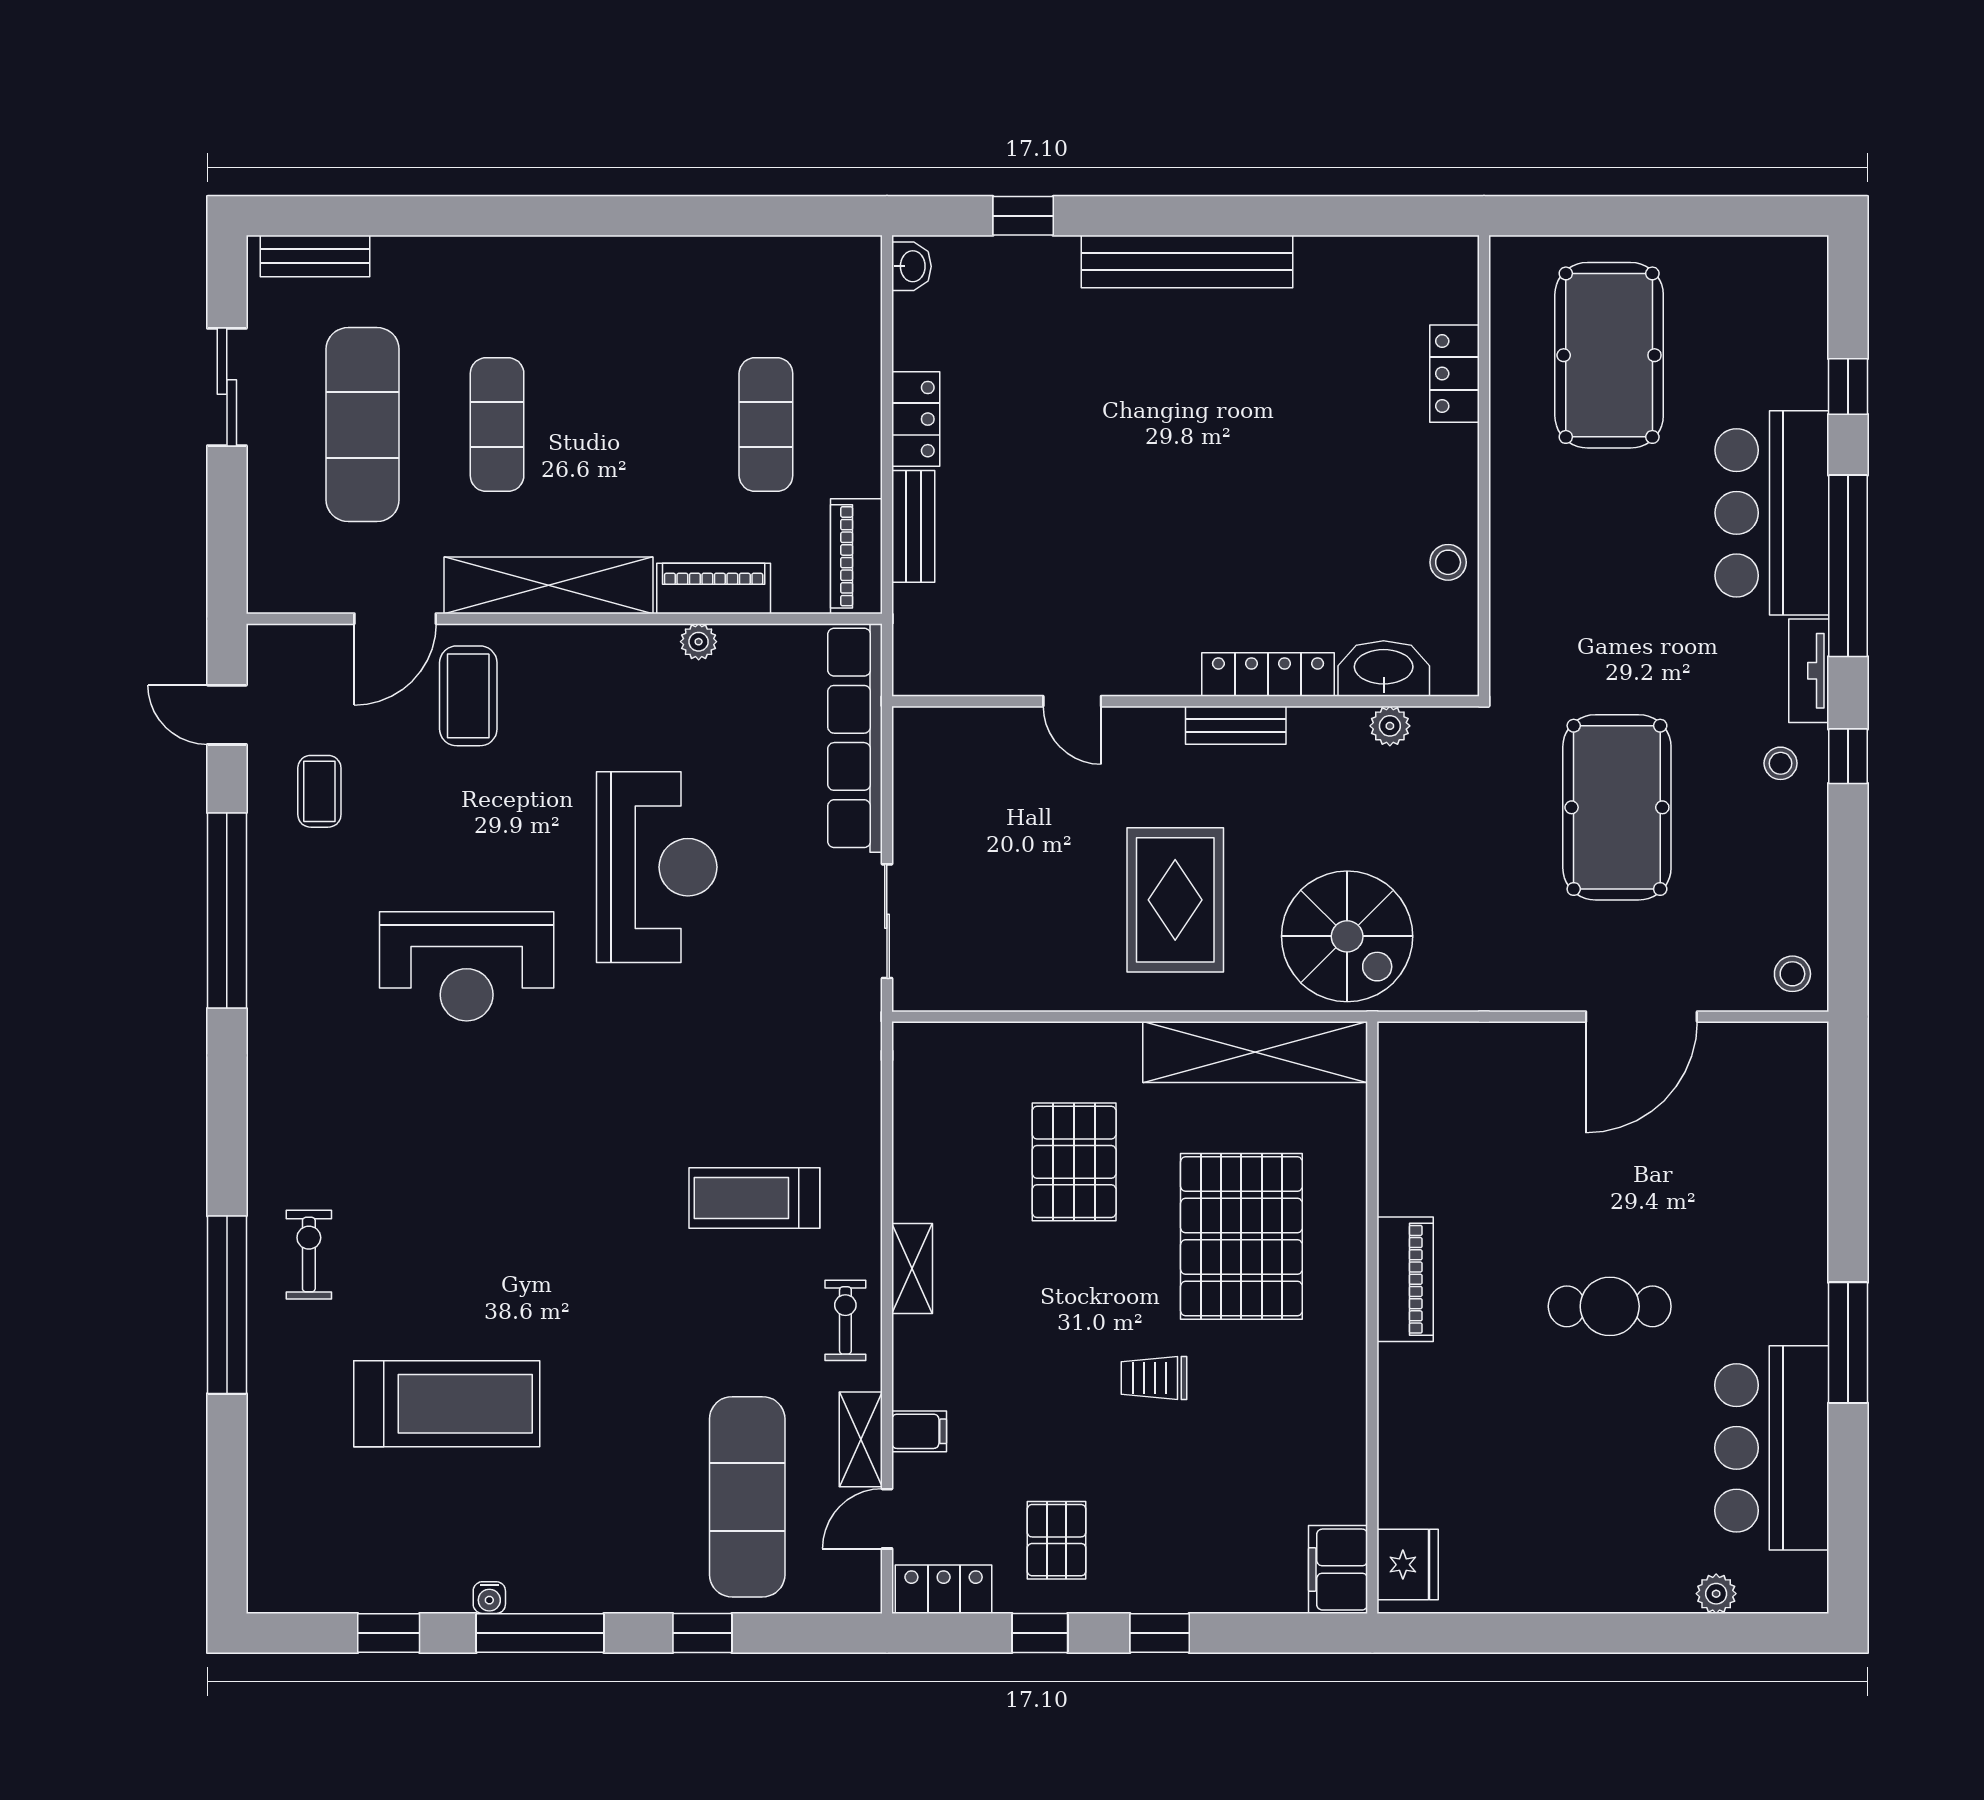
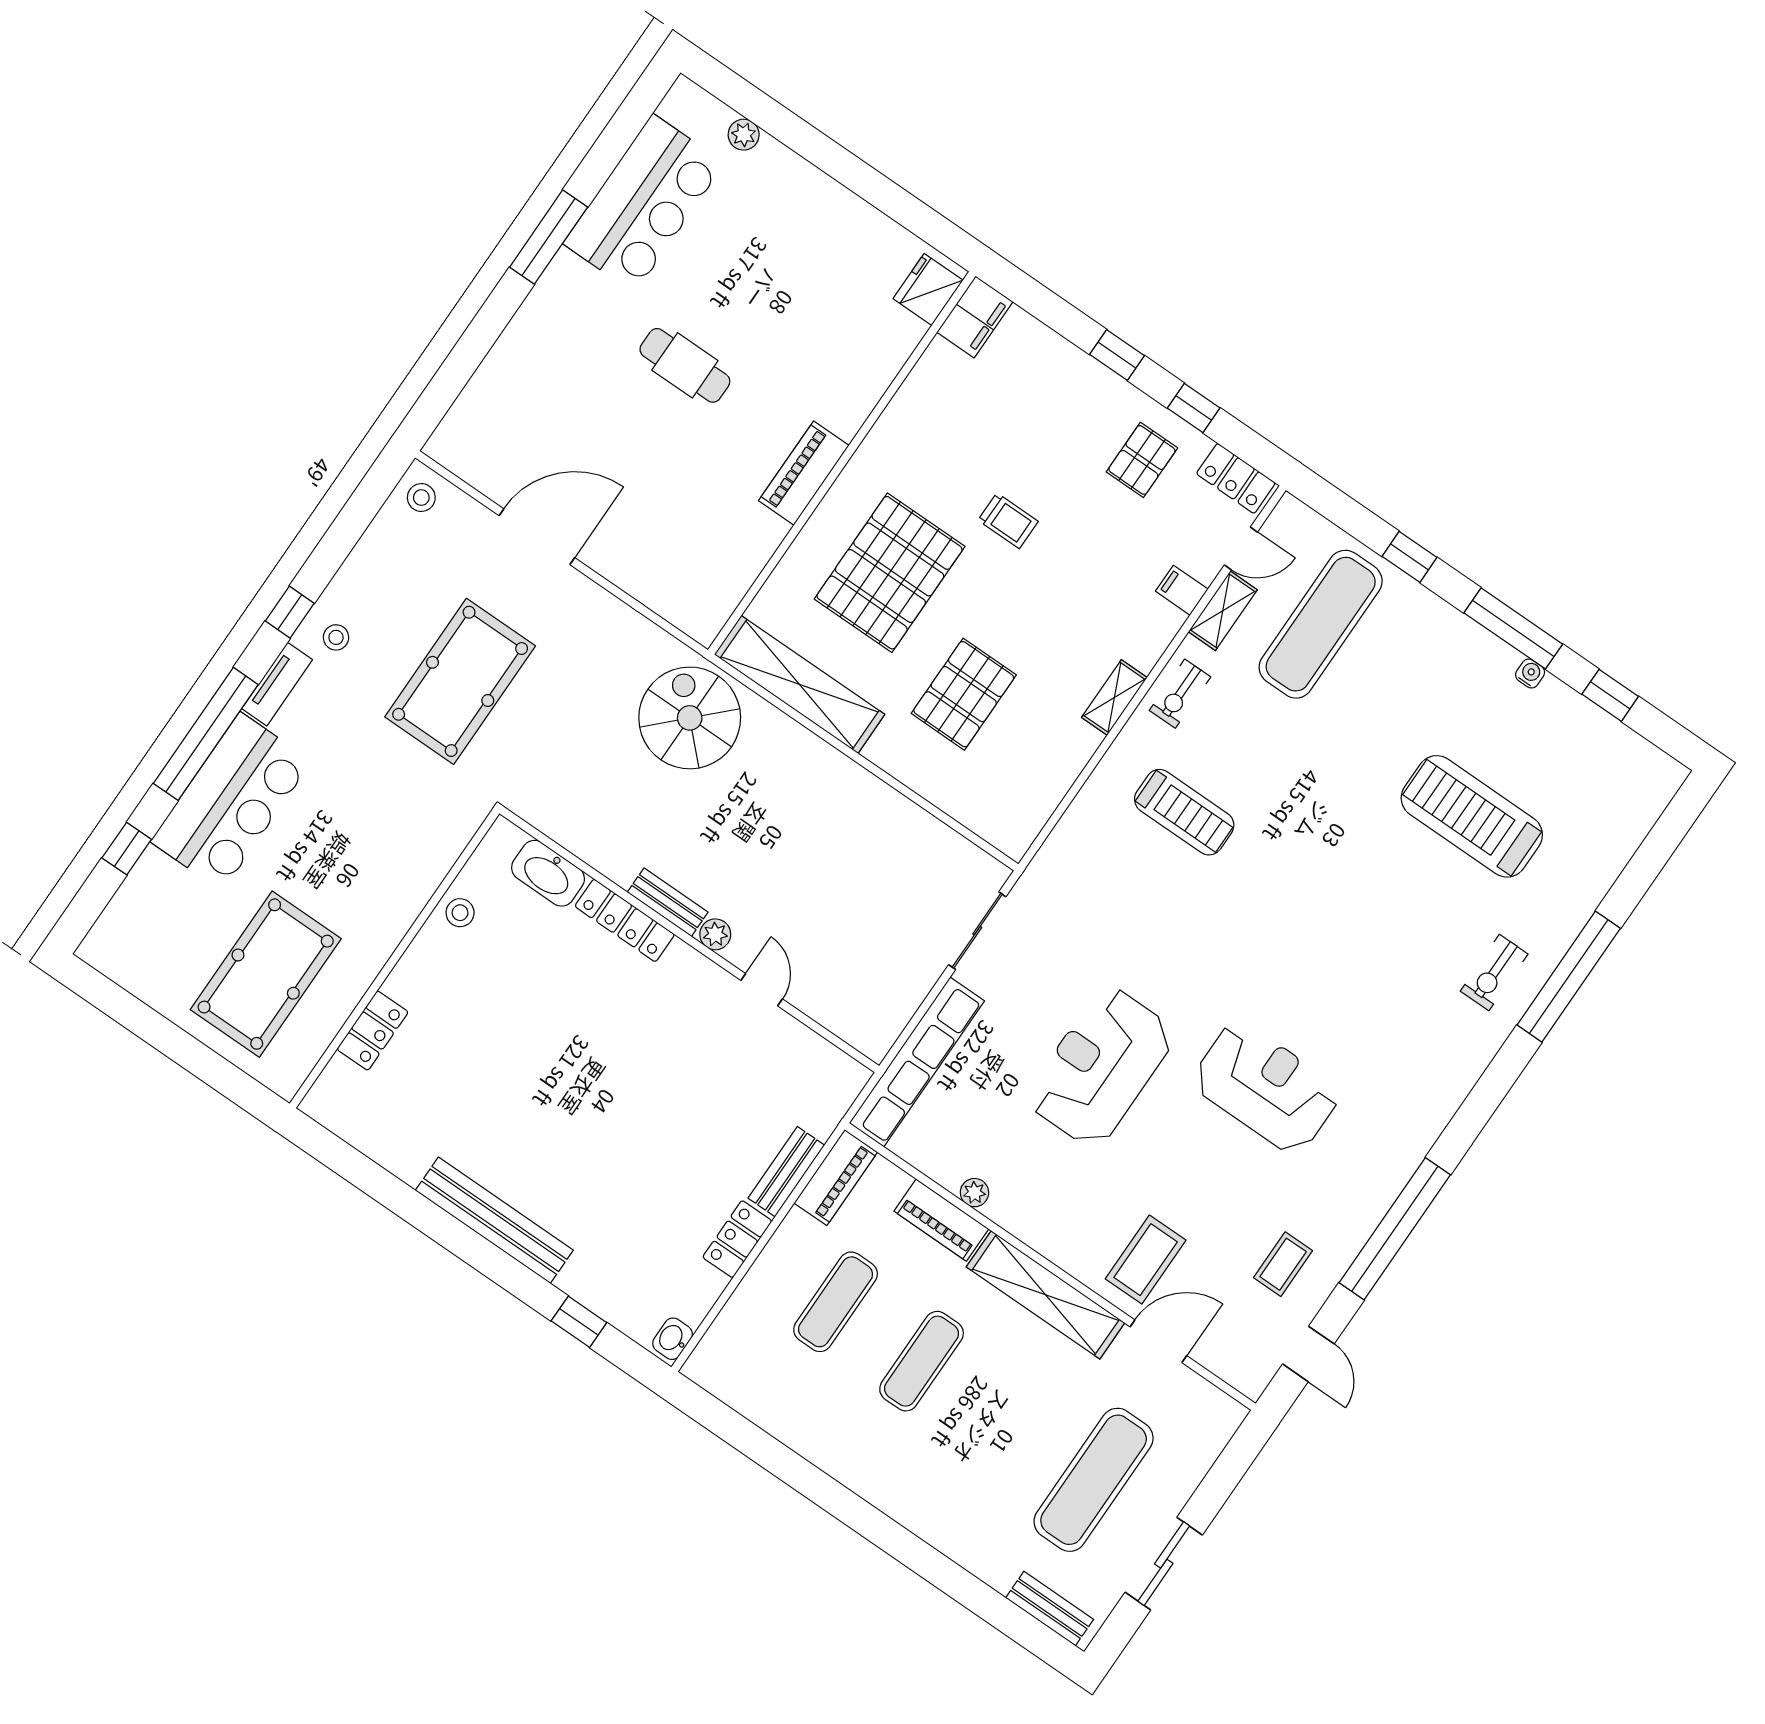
exercise mat: (497, 425) -> (922, 1361), moved
plant: (1390, 726) -> (715, 934), moved
rug: (1175, 900) -> (783, 817), removed

